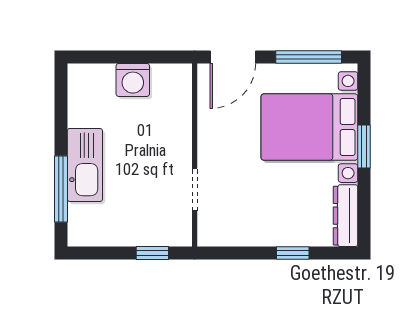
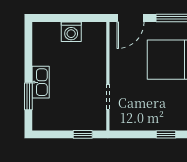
kitchen sink: (85, 165) -> (41, 82), width x0.73, depth x0.81
window: (61, 189) -> (28, 96), width x0.69

